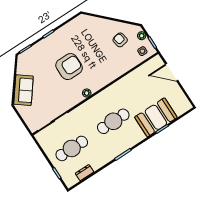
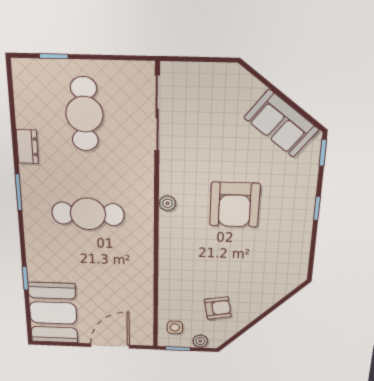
sofa: (24, 90) -> (281, 124), moved
booth: (156, 117) -> (53, 313), moved
cafe table: (113, 121) -> (88, 214), turned 90
dresser: (85, 173) -> (27, 147), moved

